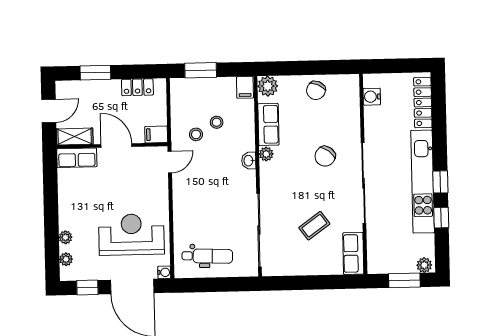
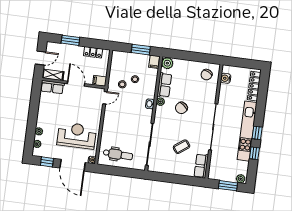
window: (201, 70) -> (141, 50), moved
chair: (316, 90) -> (207, 75), moved
chair: (325, 156) -> (181, 108), moved

